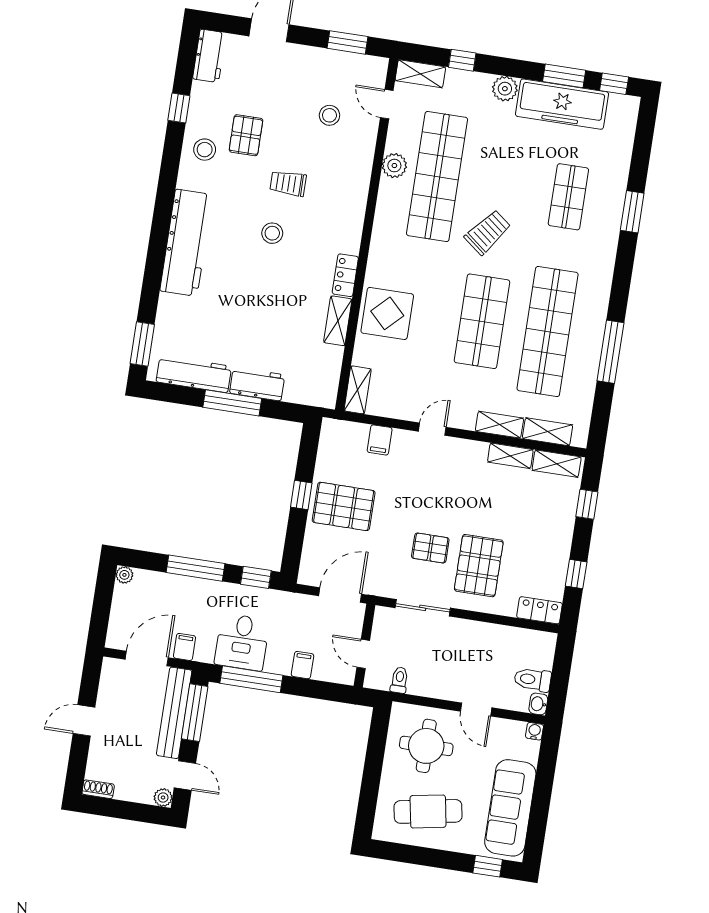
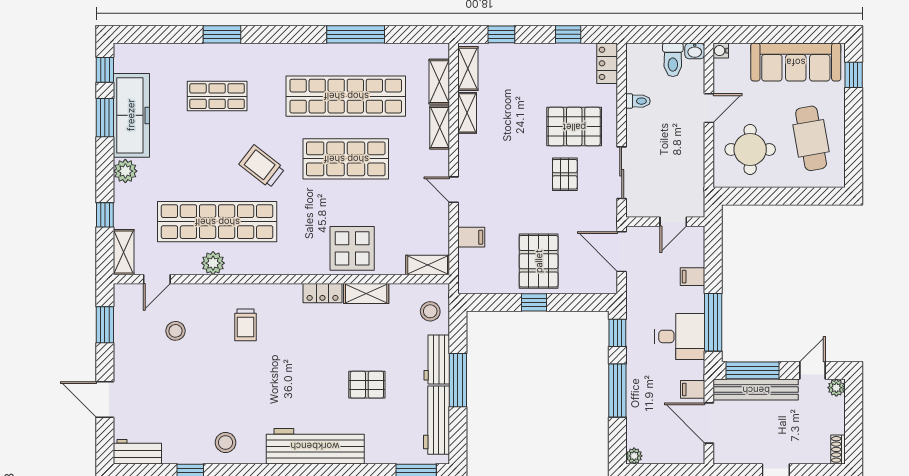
pallet: (246, 135) -> (367, 385), moved
trolley: (288, 183) -> (246, 325), moved
stool: (272, 233) -> (430, 311), moved
toilet: (399, 680) -> (638, 101), moved, turned 180

